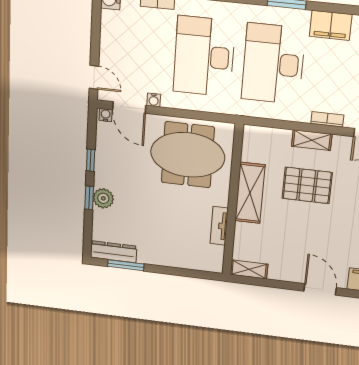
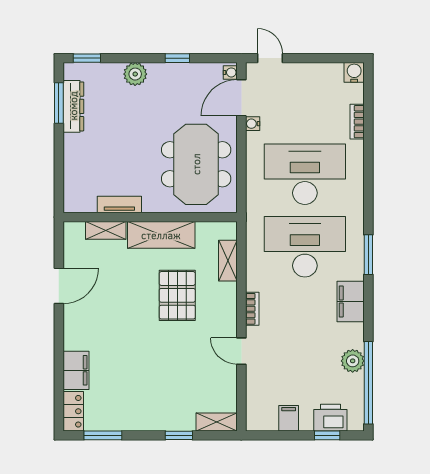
door: (94, 77) -> (270, 58), swing flipped
shelving: (312, 140) -> (228, 261), moved
window: (89, 198) -> (87, 58), moved
dresser: (114, 252) -> (73, 106), moved
shelving: (249, 269) -> (106, 230), moved, turned 90
door: (320, 289) -> (59, 286), moved

